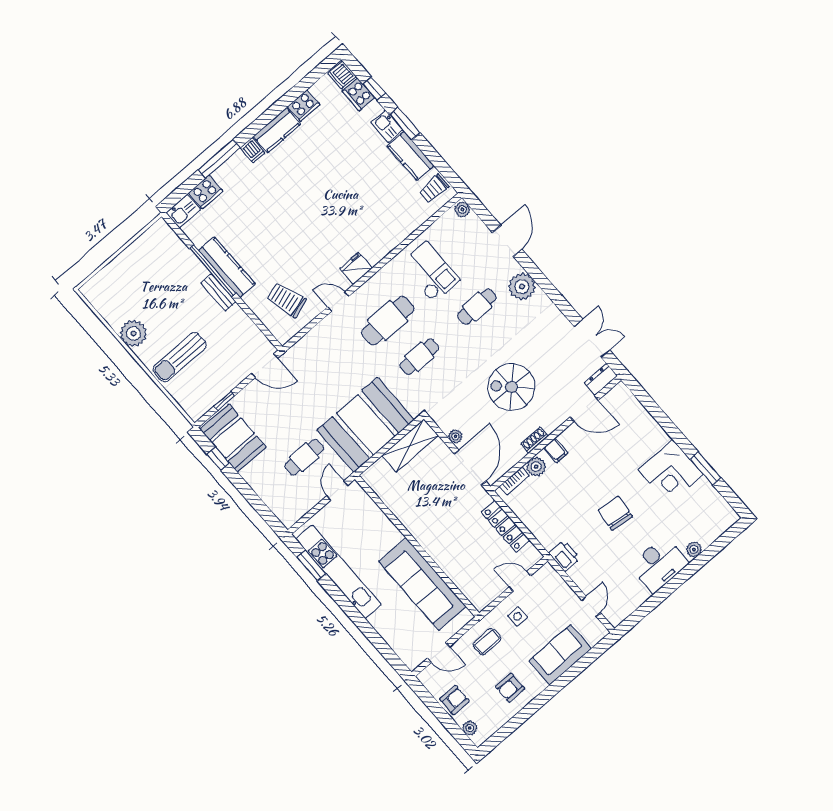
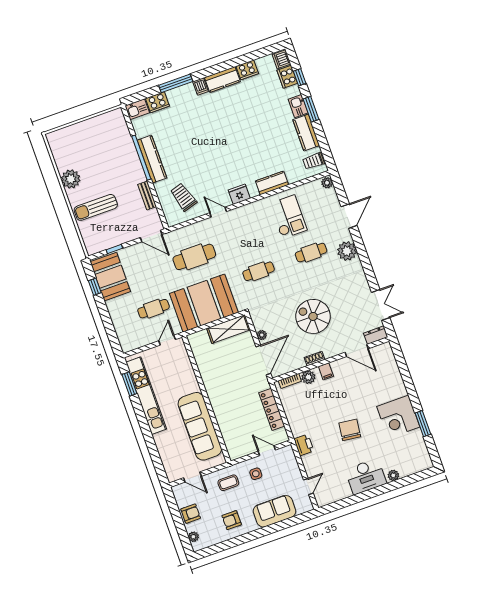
kitchen counter: (392, 237) -> (272, 183), added
bench: (219, 292) -> (147, 195), moved
cafe table: (388, 321) -> (194, 257), moved

